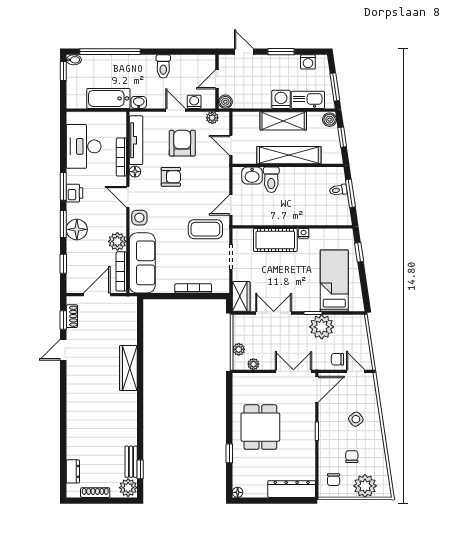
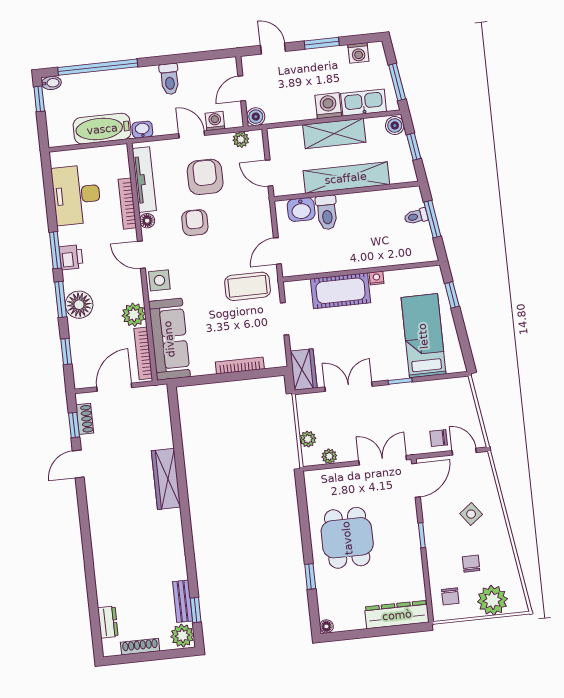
armchair: (171, 177) -> (195, 223), turned -90
plant: (322, 327) -> (413, 398), removed

